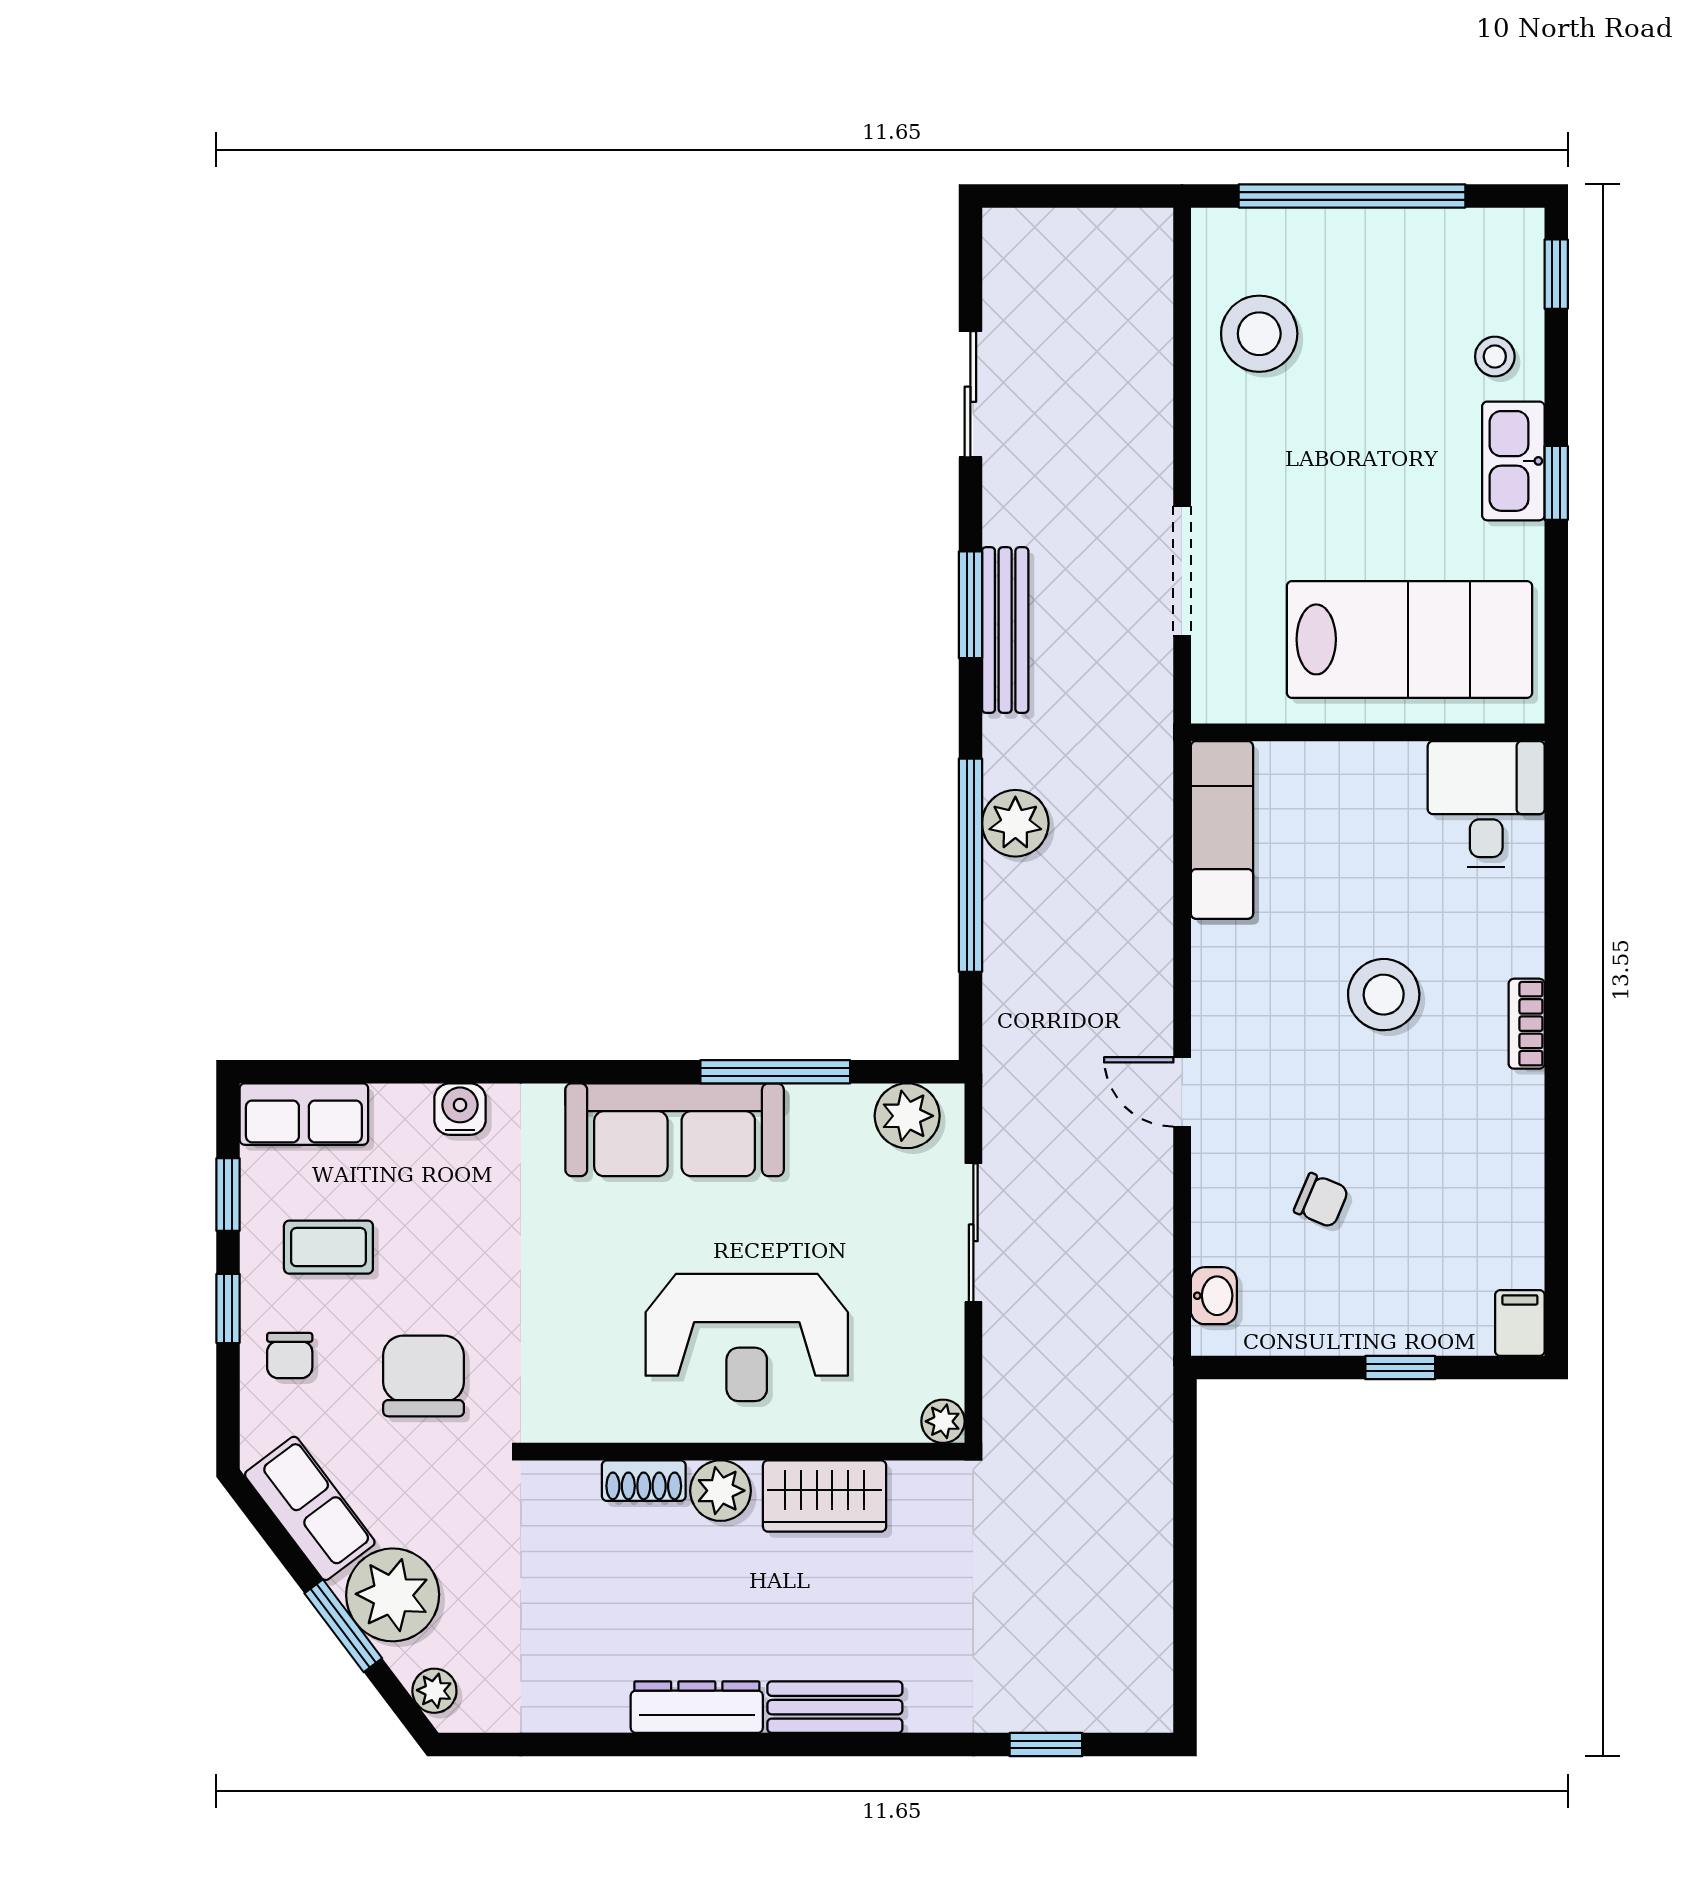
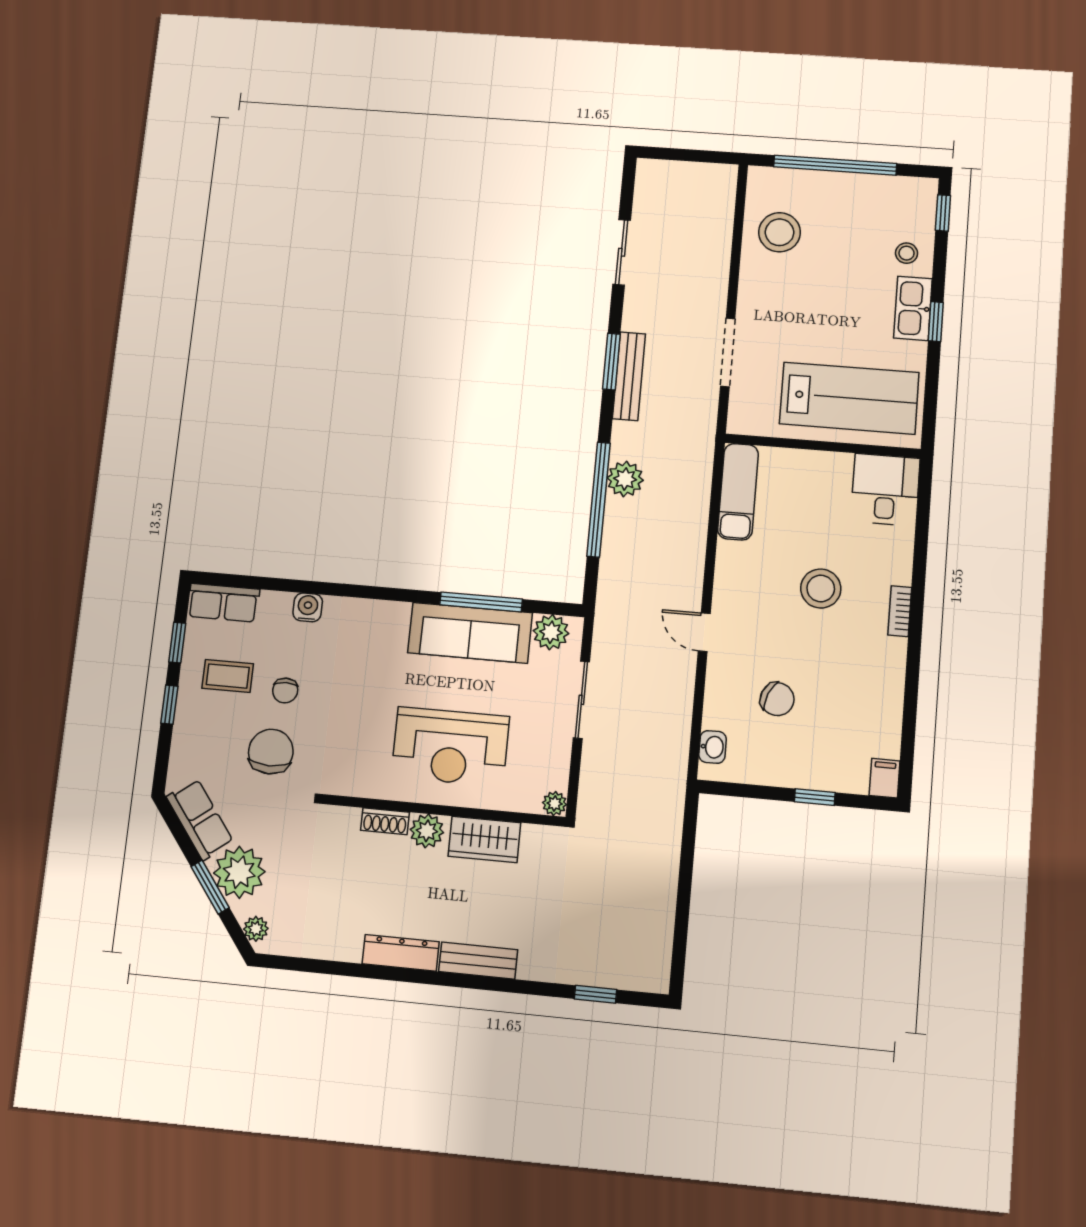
sofa: (675, 1130) -> (470, 633), moved
chair: (1321, 1200) -> (777, 699), width x1.37, depth x1.37
chair: (290, 1356) -> (285, 691), moved

